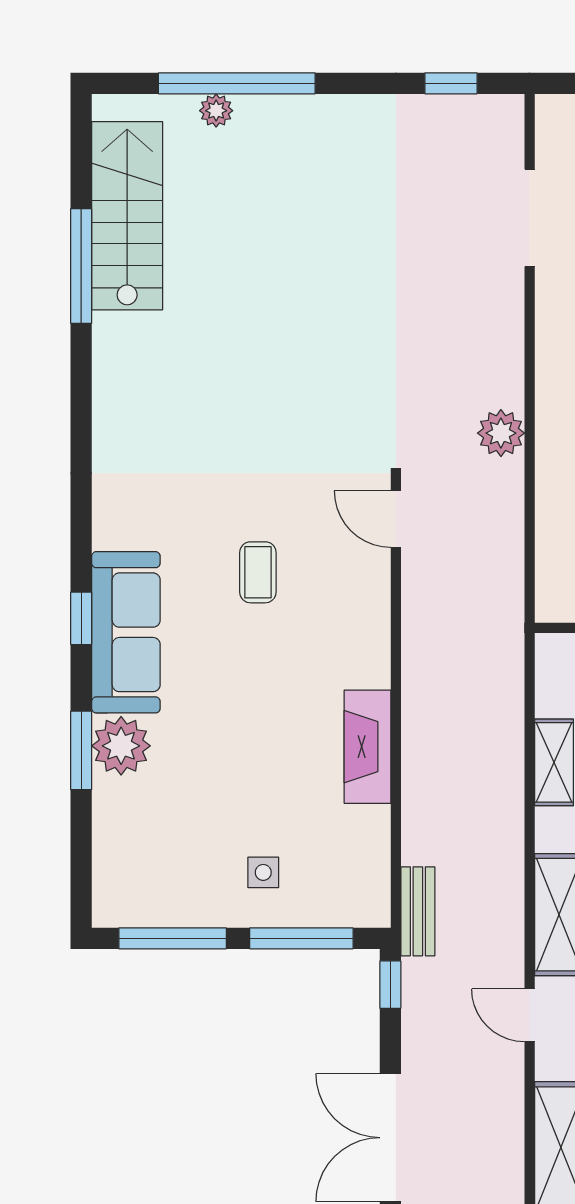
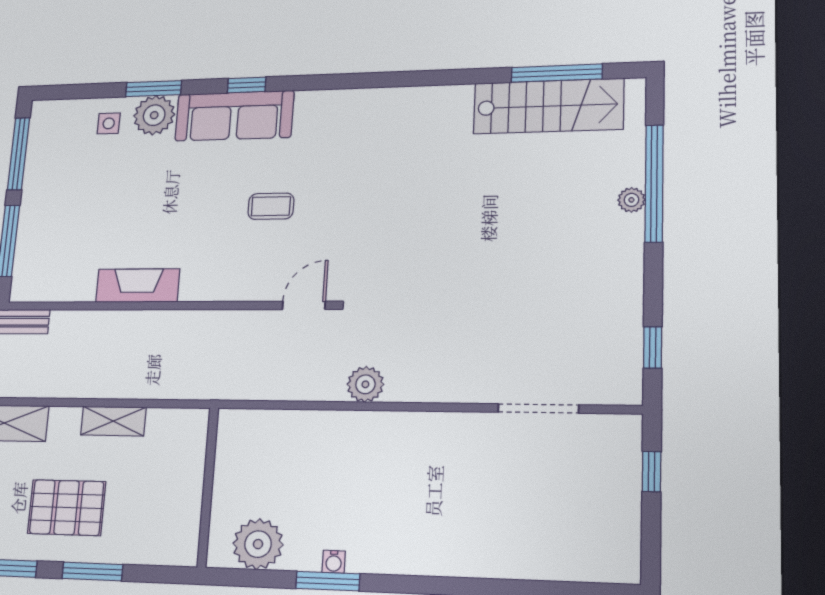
plant: (216, 111) -> (631, 200), moved
window: (81, 266) -> (557, 73), moved
side table: (263, 872) -> (109, 123), moved

